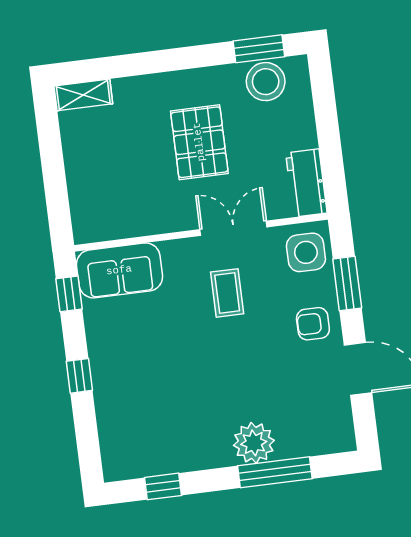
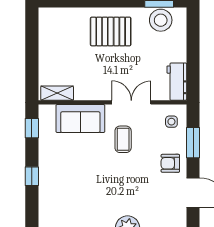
shelving: (83, 95) -> (57, 93), moved
pallet: (199, 142) -> (111, 31), moved, turned 90
side table: (306, 252) -> (171, 122), width x0.54, depth x0.54
sofa: (119, 270) -> (80, 118), moved

